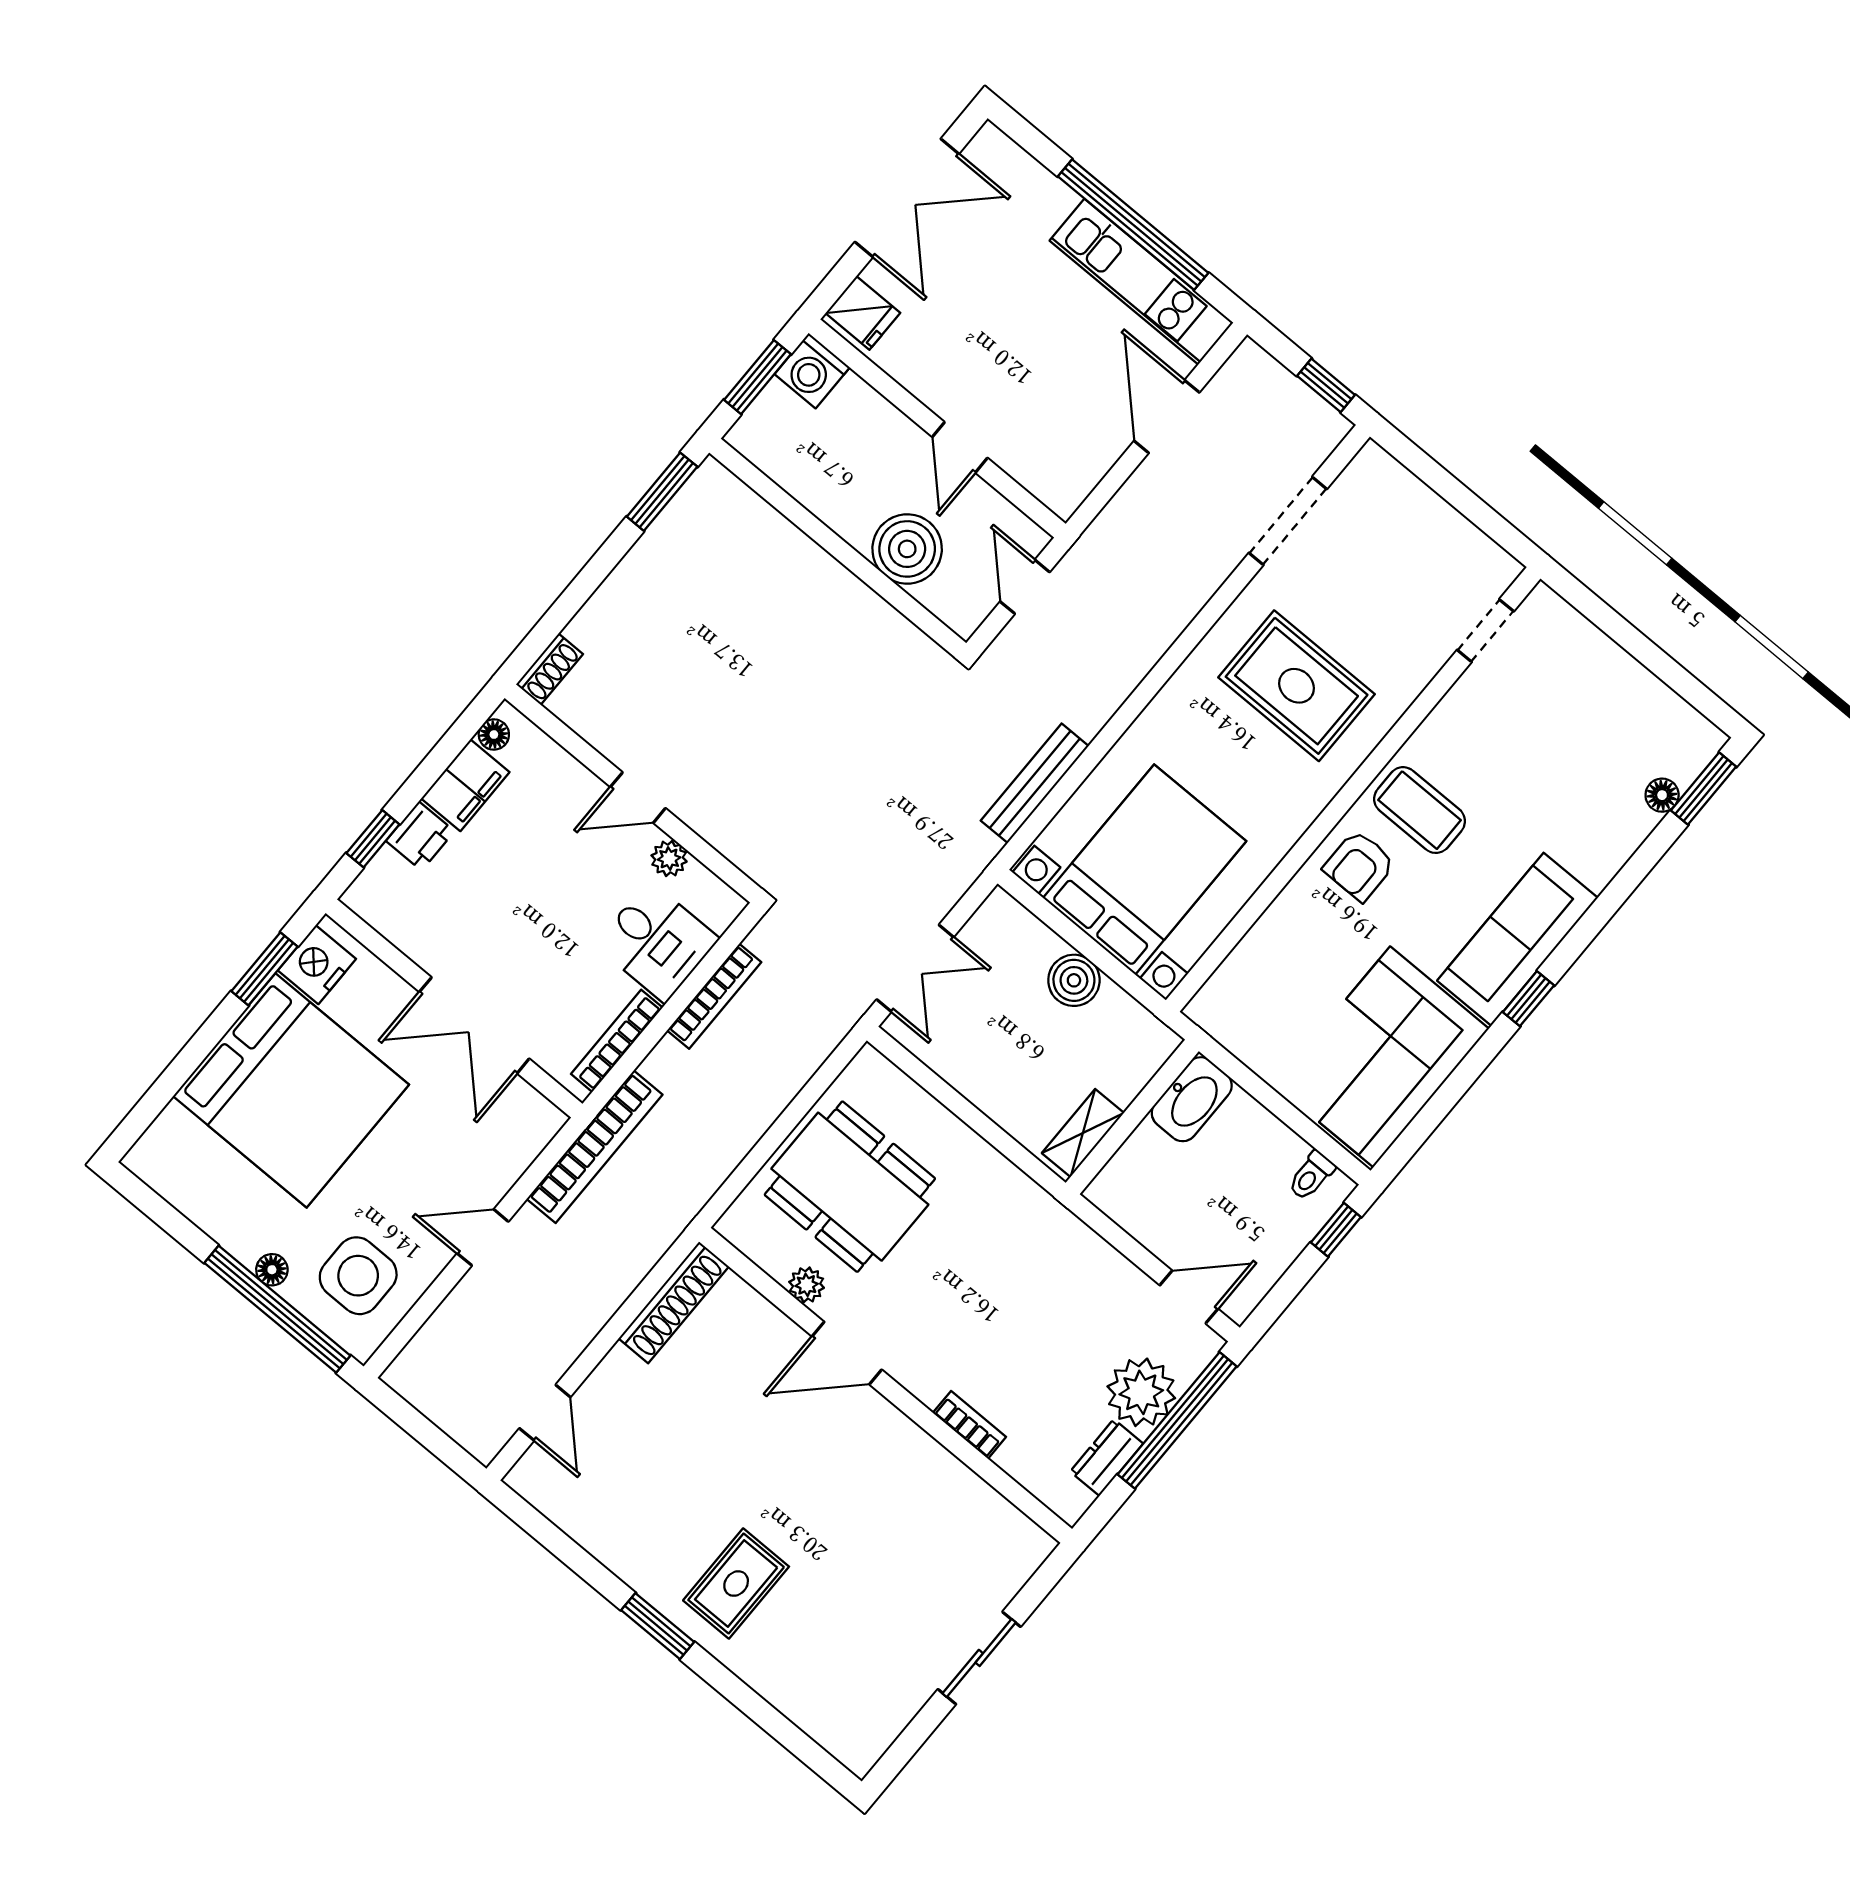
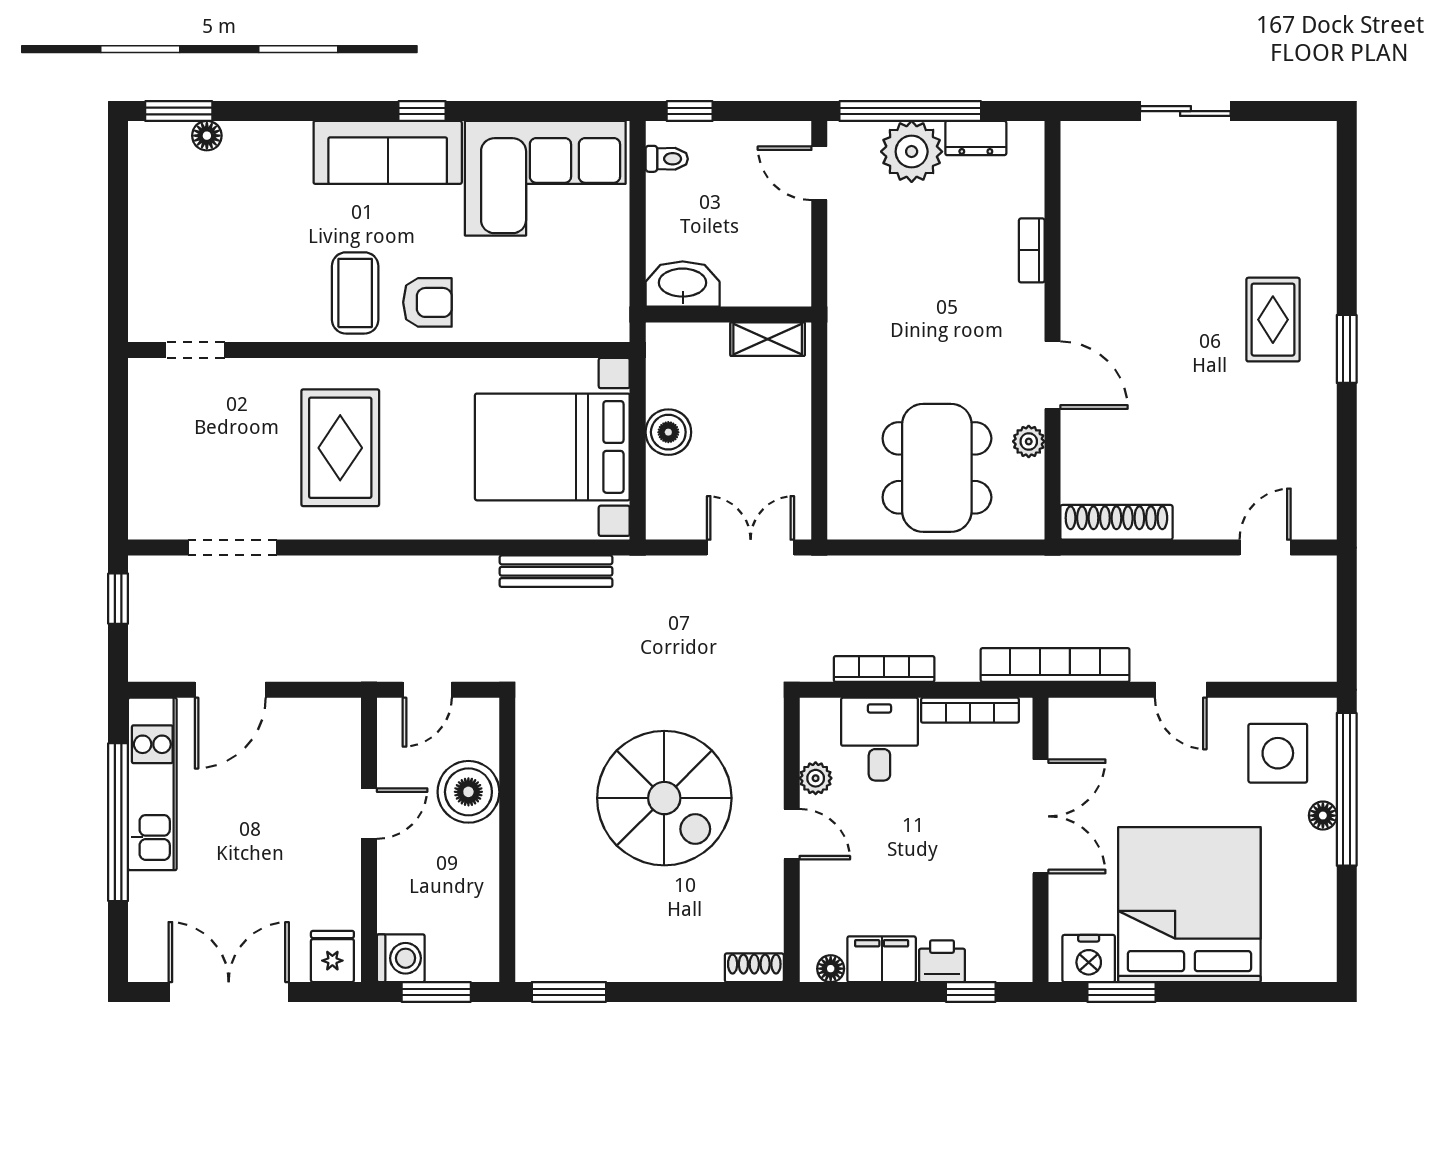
spiral stairs: (761, 714) -> (664, 798), added
rug: (736, 1584) -> (1273, 320), turned 90

